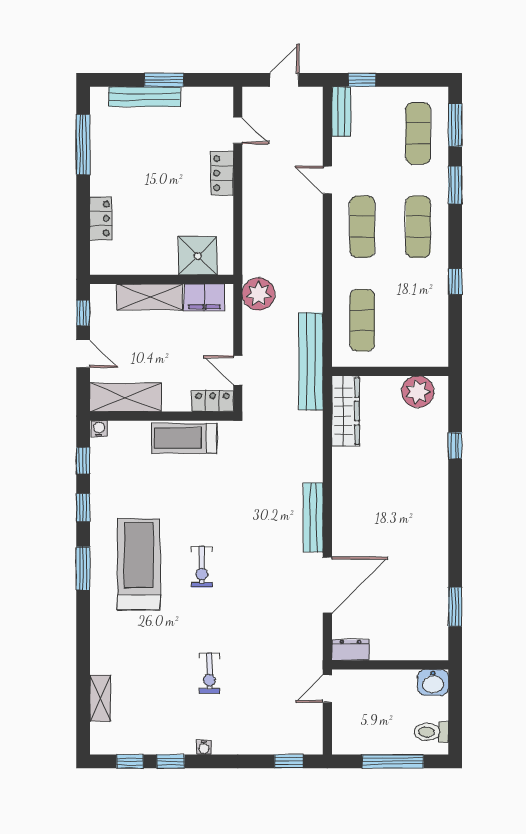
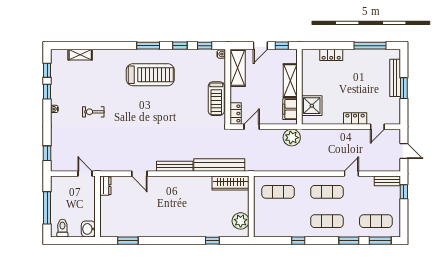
bench: (311, 361) -> (219, 165), moved
treadmill: (184, 438) -> (216, 99), turned 180
exercise bike: (202, 567) -> (149, 108), removed
door: (327, 585) -> (139, 174), width x0.53

